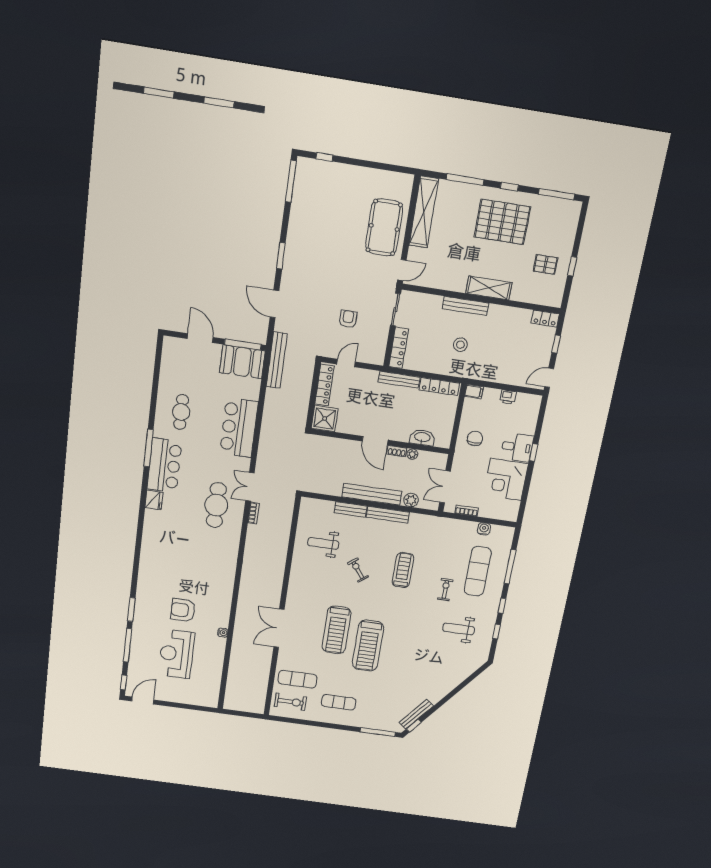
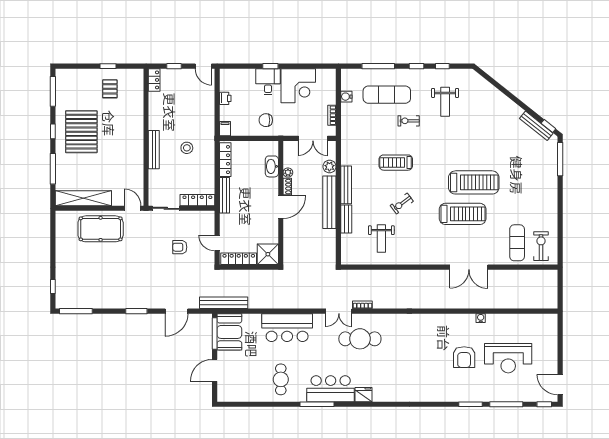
shelving: (489, 288) -> (136, 133), removed
cafe table: (181, 412) -> (281, 379), turned 90
exercise mat: (339, 702) -> (535, 201), removed

